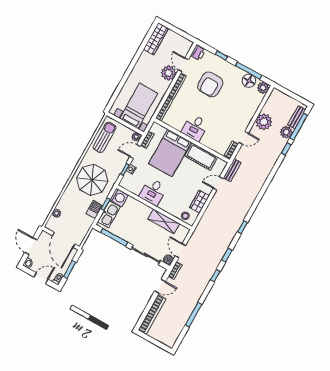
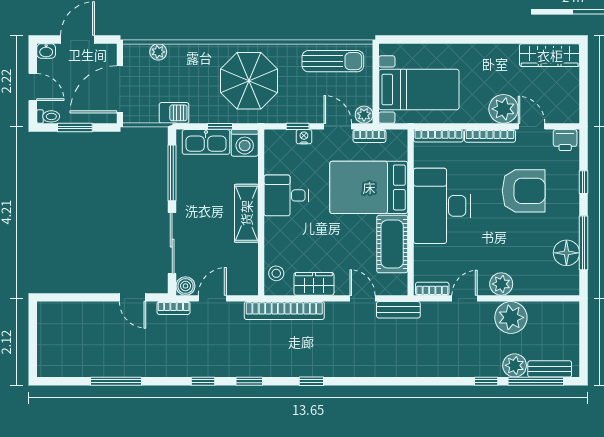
door: (183, 65) -> (532, 126), hinge flipped
armchair: (210, 84) -> (524, 191), turned 180
plant: (263, 88) -> (501, 284), moved
desk: (195, 128) -> (442, 206), width x1.87, depth x1.30
door: (244, 138) -> (465, 298), swing flipped
barbecue: (94, 210) -> (174, 113), moved
shelving: (164, 221) -> (246, 213), moved
bookcase: (152, 314) -> (284, 311), moved

